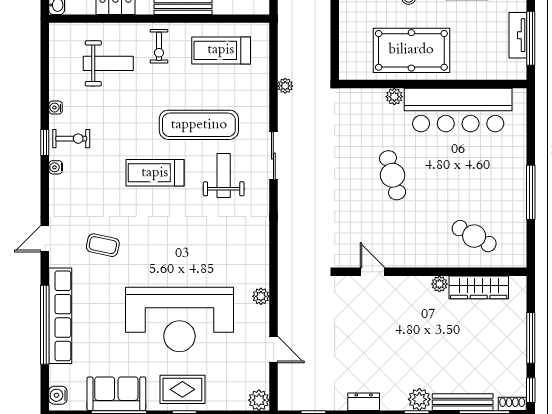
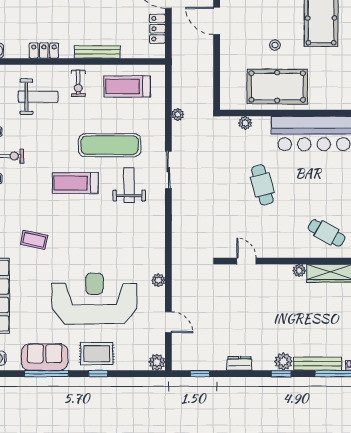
plant: (394, 97) -> (245, 123), moved
reception desk: (179, 319) -> (94, 299), turned 180

